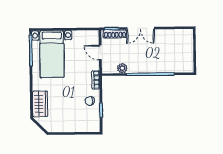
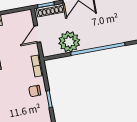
door: (100, 53) -> (37, 34), hinge flipped
plant: (122, 68) -> (69, 42), width x1.88, depth x1.88

